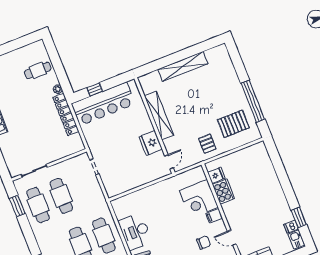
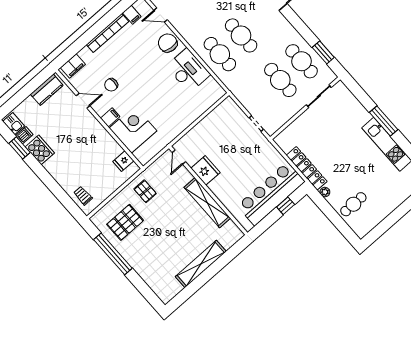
trolley: (260, 159) -> (83, 196), added
cooker: (223, 192) -> (40, 150), moved, turned 180

